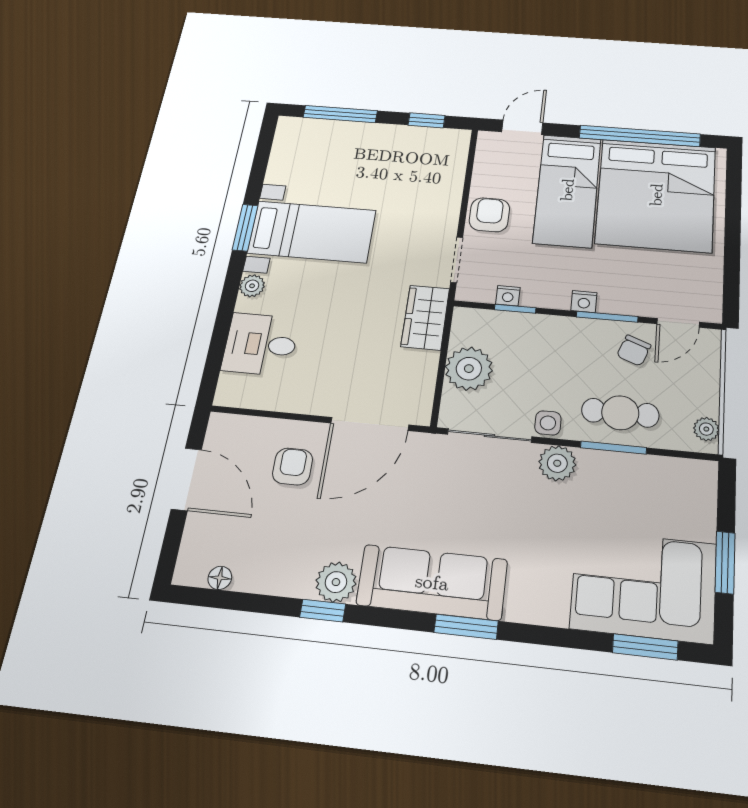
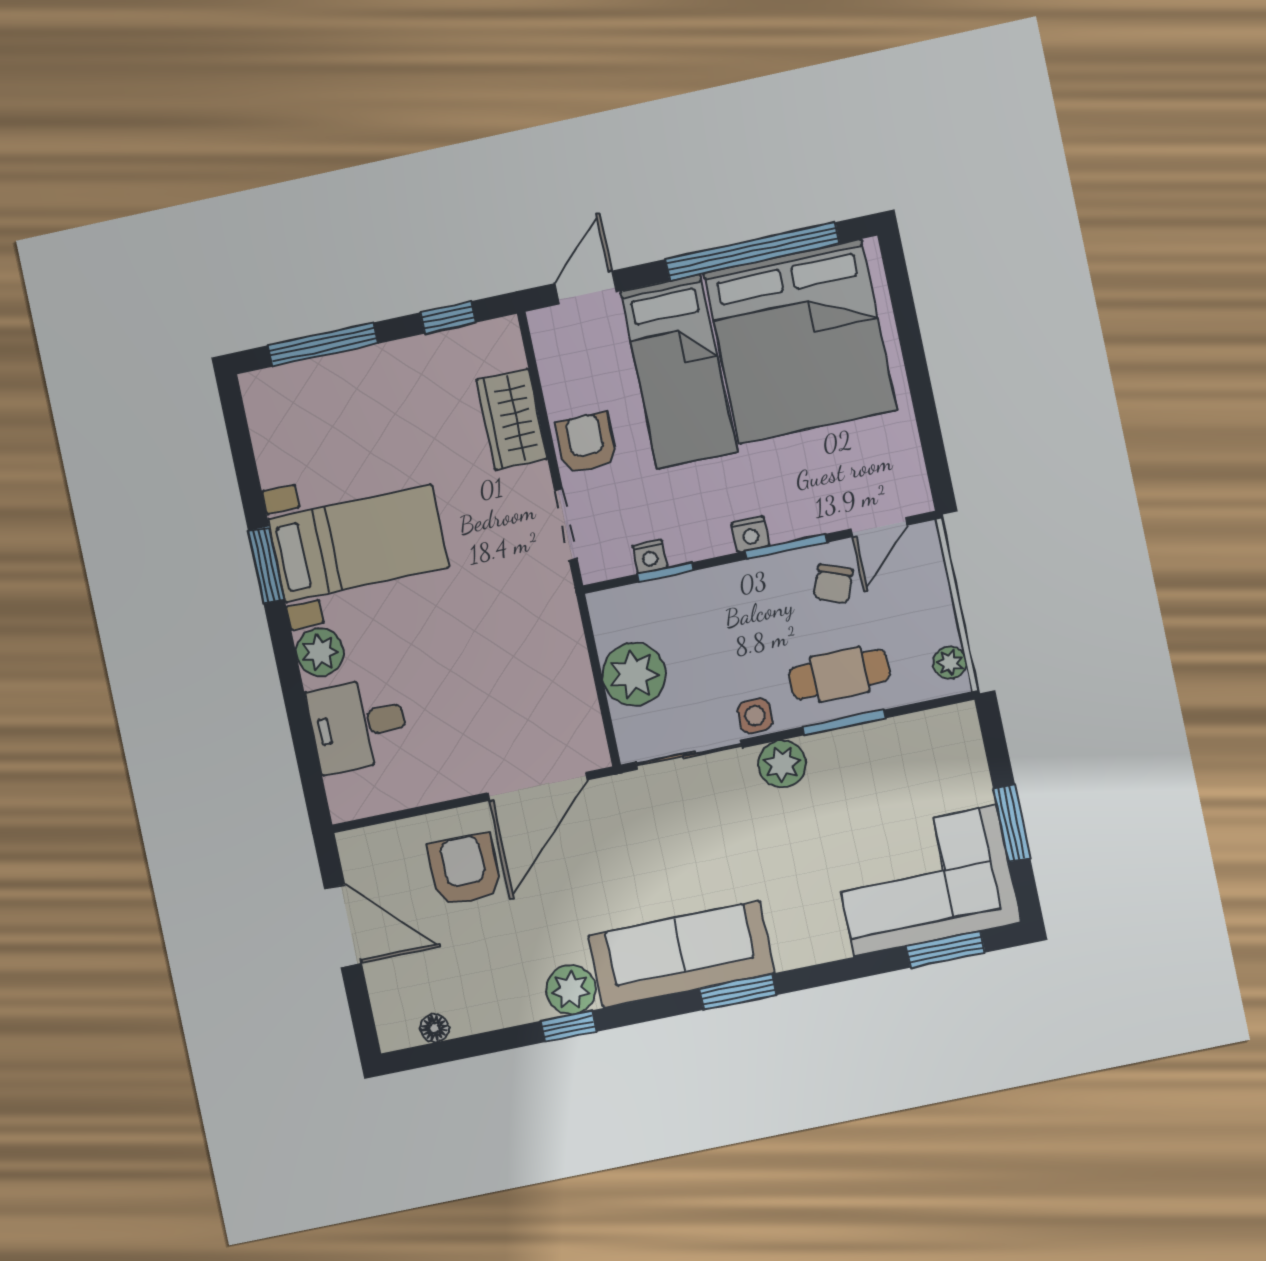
plant: (252, 286) -> (320, 652), width x1.38, depth x1.38
wardrobe: (425, 317) -> (512, 419), moved
armchair: (293, 467) -> (464, 870), width x1.38, depth x1.38

